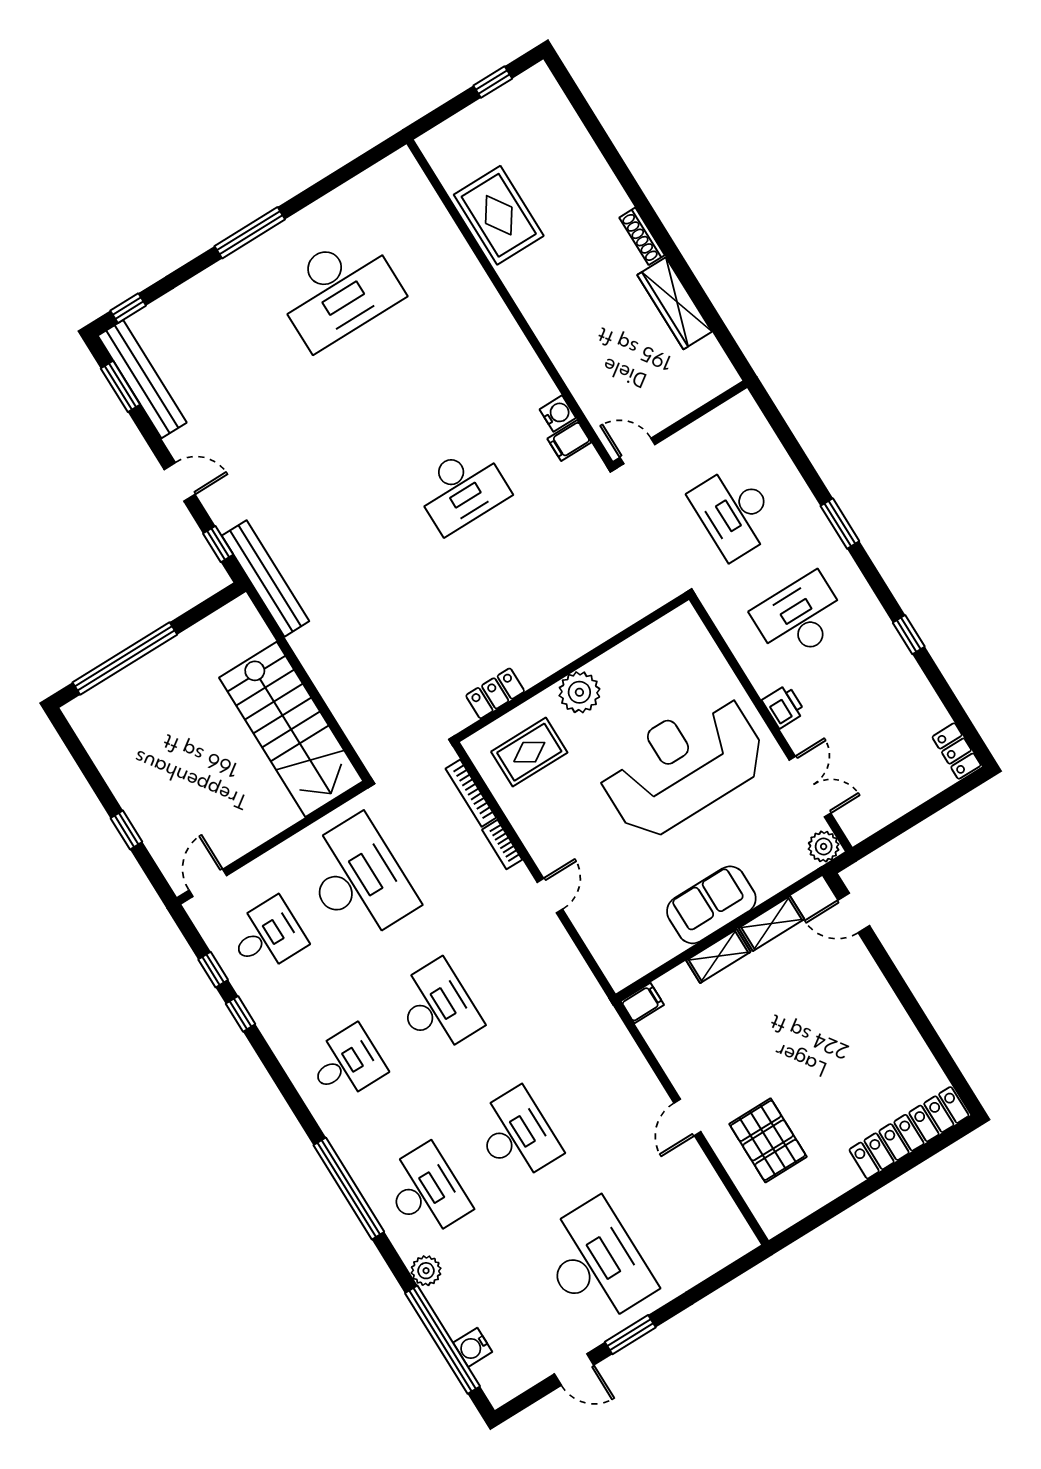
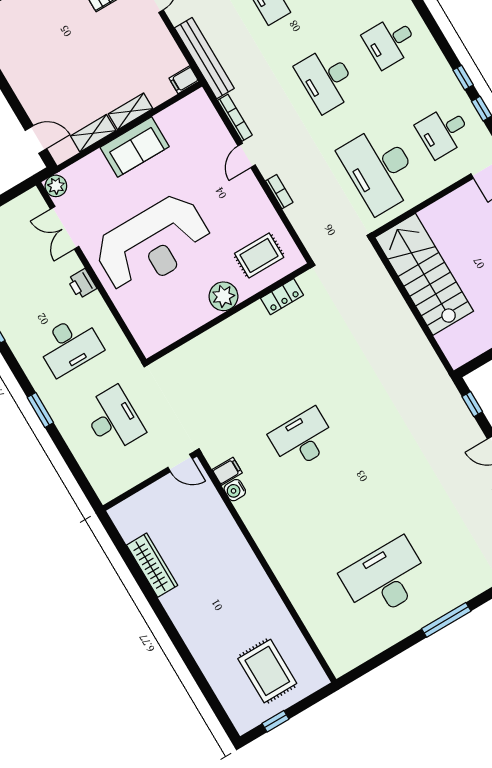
rug: (499, 215) -> (267, 671), moved
shoe rack: (642, 236) -> (174, 612), removed
bench: (265, 578) -> (204, 58), moved
bookcase: (471, 793) -> (235, 118), moved

